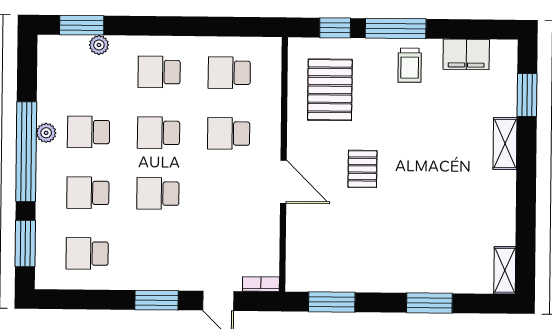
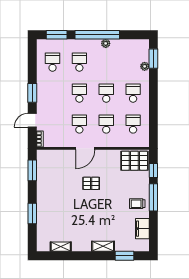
pallet: (330, 90) -> (134, 161), moved
school desk: (88, 132) -> (79, 124), moved
shelving: (505, 270) -> (61, 247), moved

